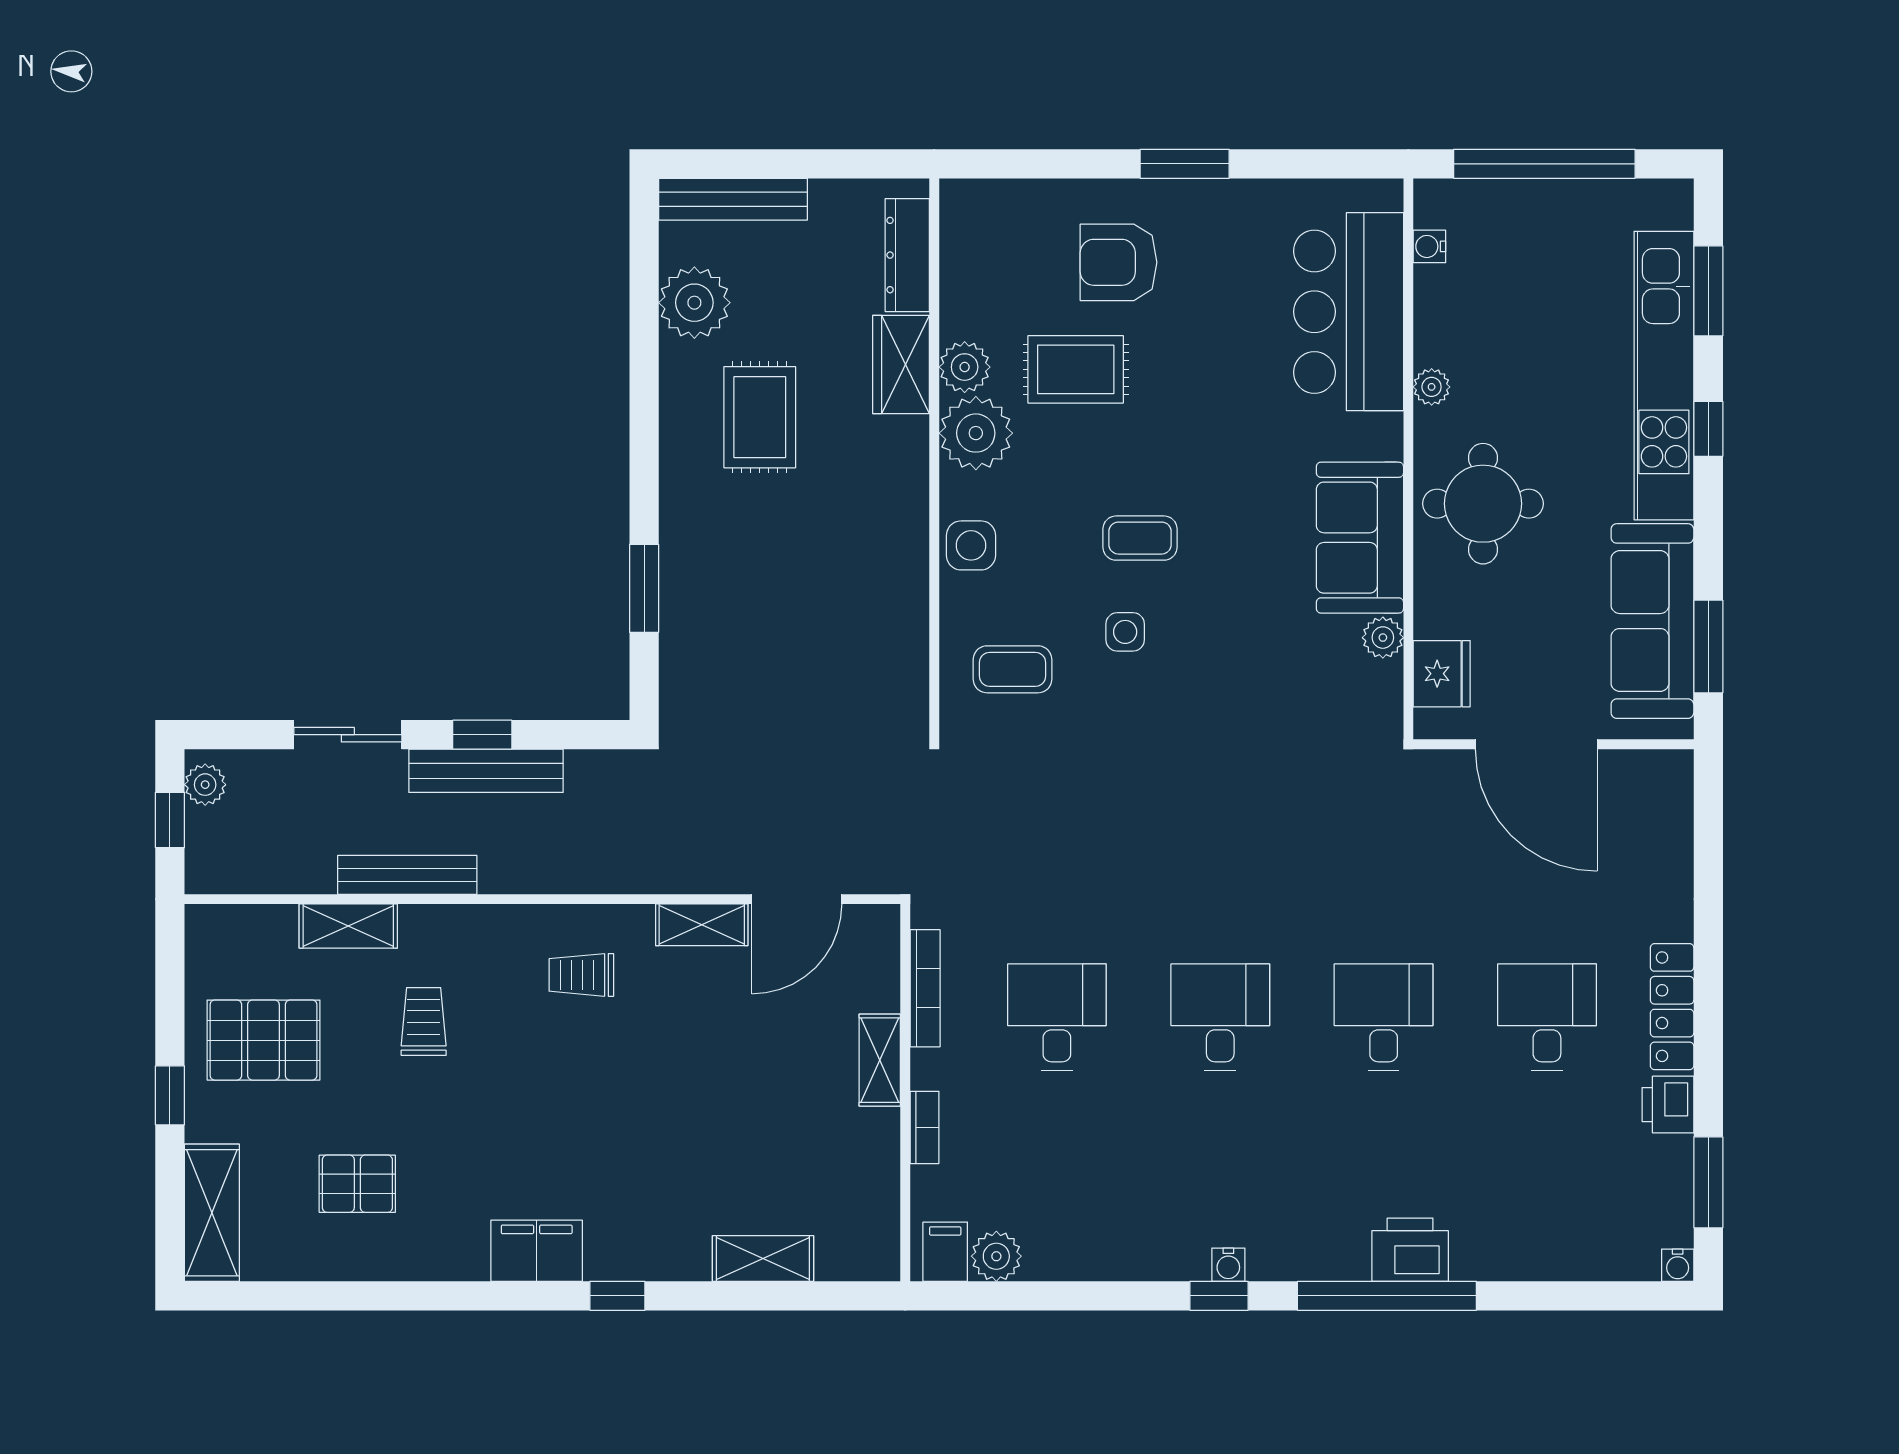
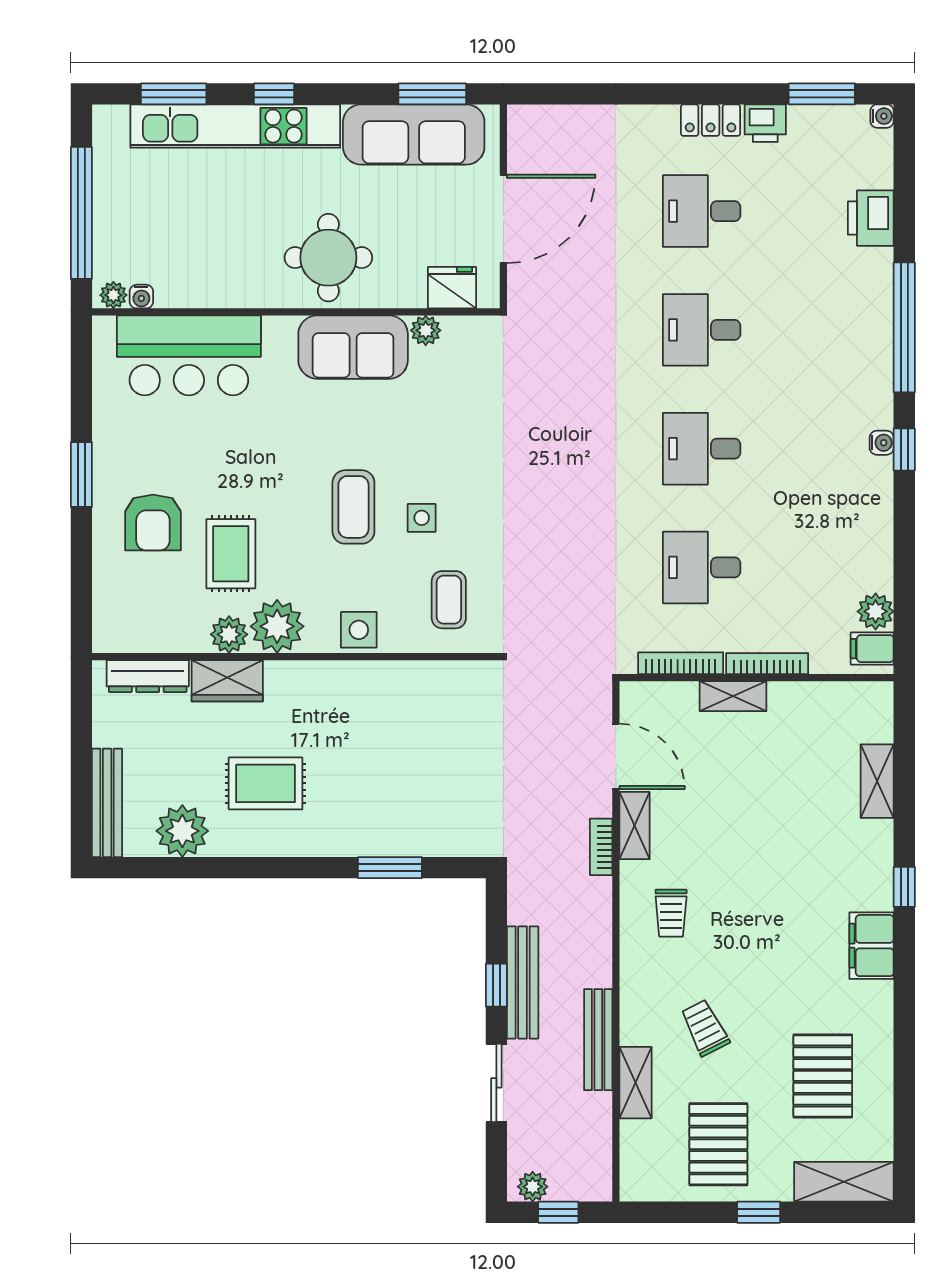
plant: (1432, 387) -> (113, 295), moved
coffee table: (1140, 538) -> (353, 507), width x1.36, depth x1.30
bookcase: (672, 879) -> (601, 847), added
locker: (1672, 1007) -> (711, 120), width x0.66
trolley: (424, 1022) -> (705, 1028), turned 63
bookcase: (925, 1127) -> (767, 664), width x1.56
pallet: (357, 1184) -> (823, 1076), width x1.50, depth x1.42
printer: (1410, 1250) -> (871, 218), moved

